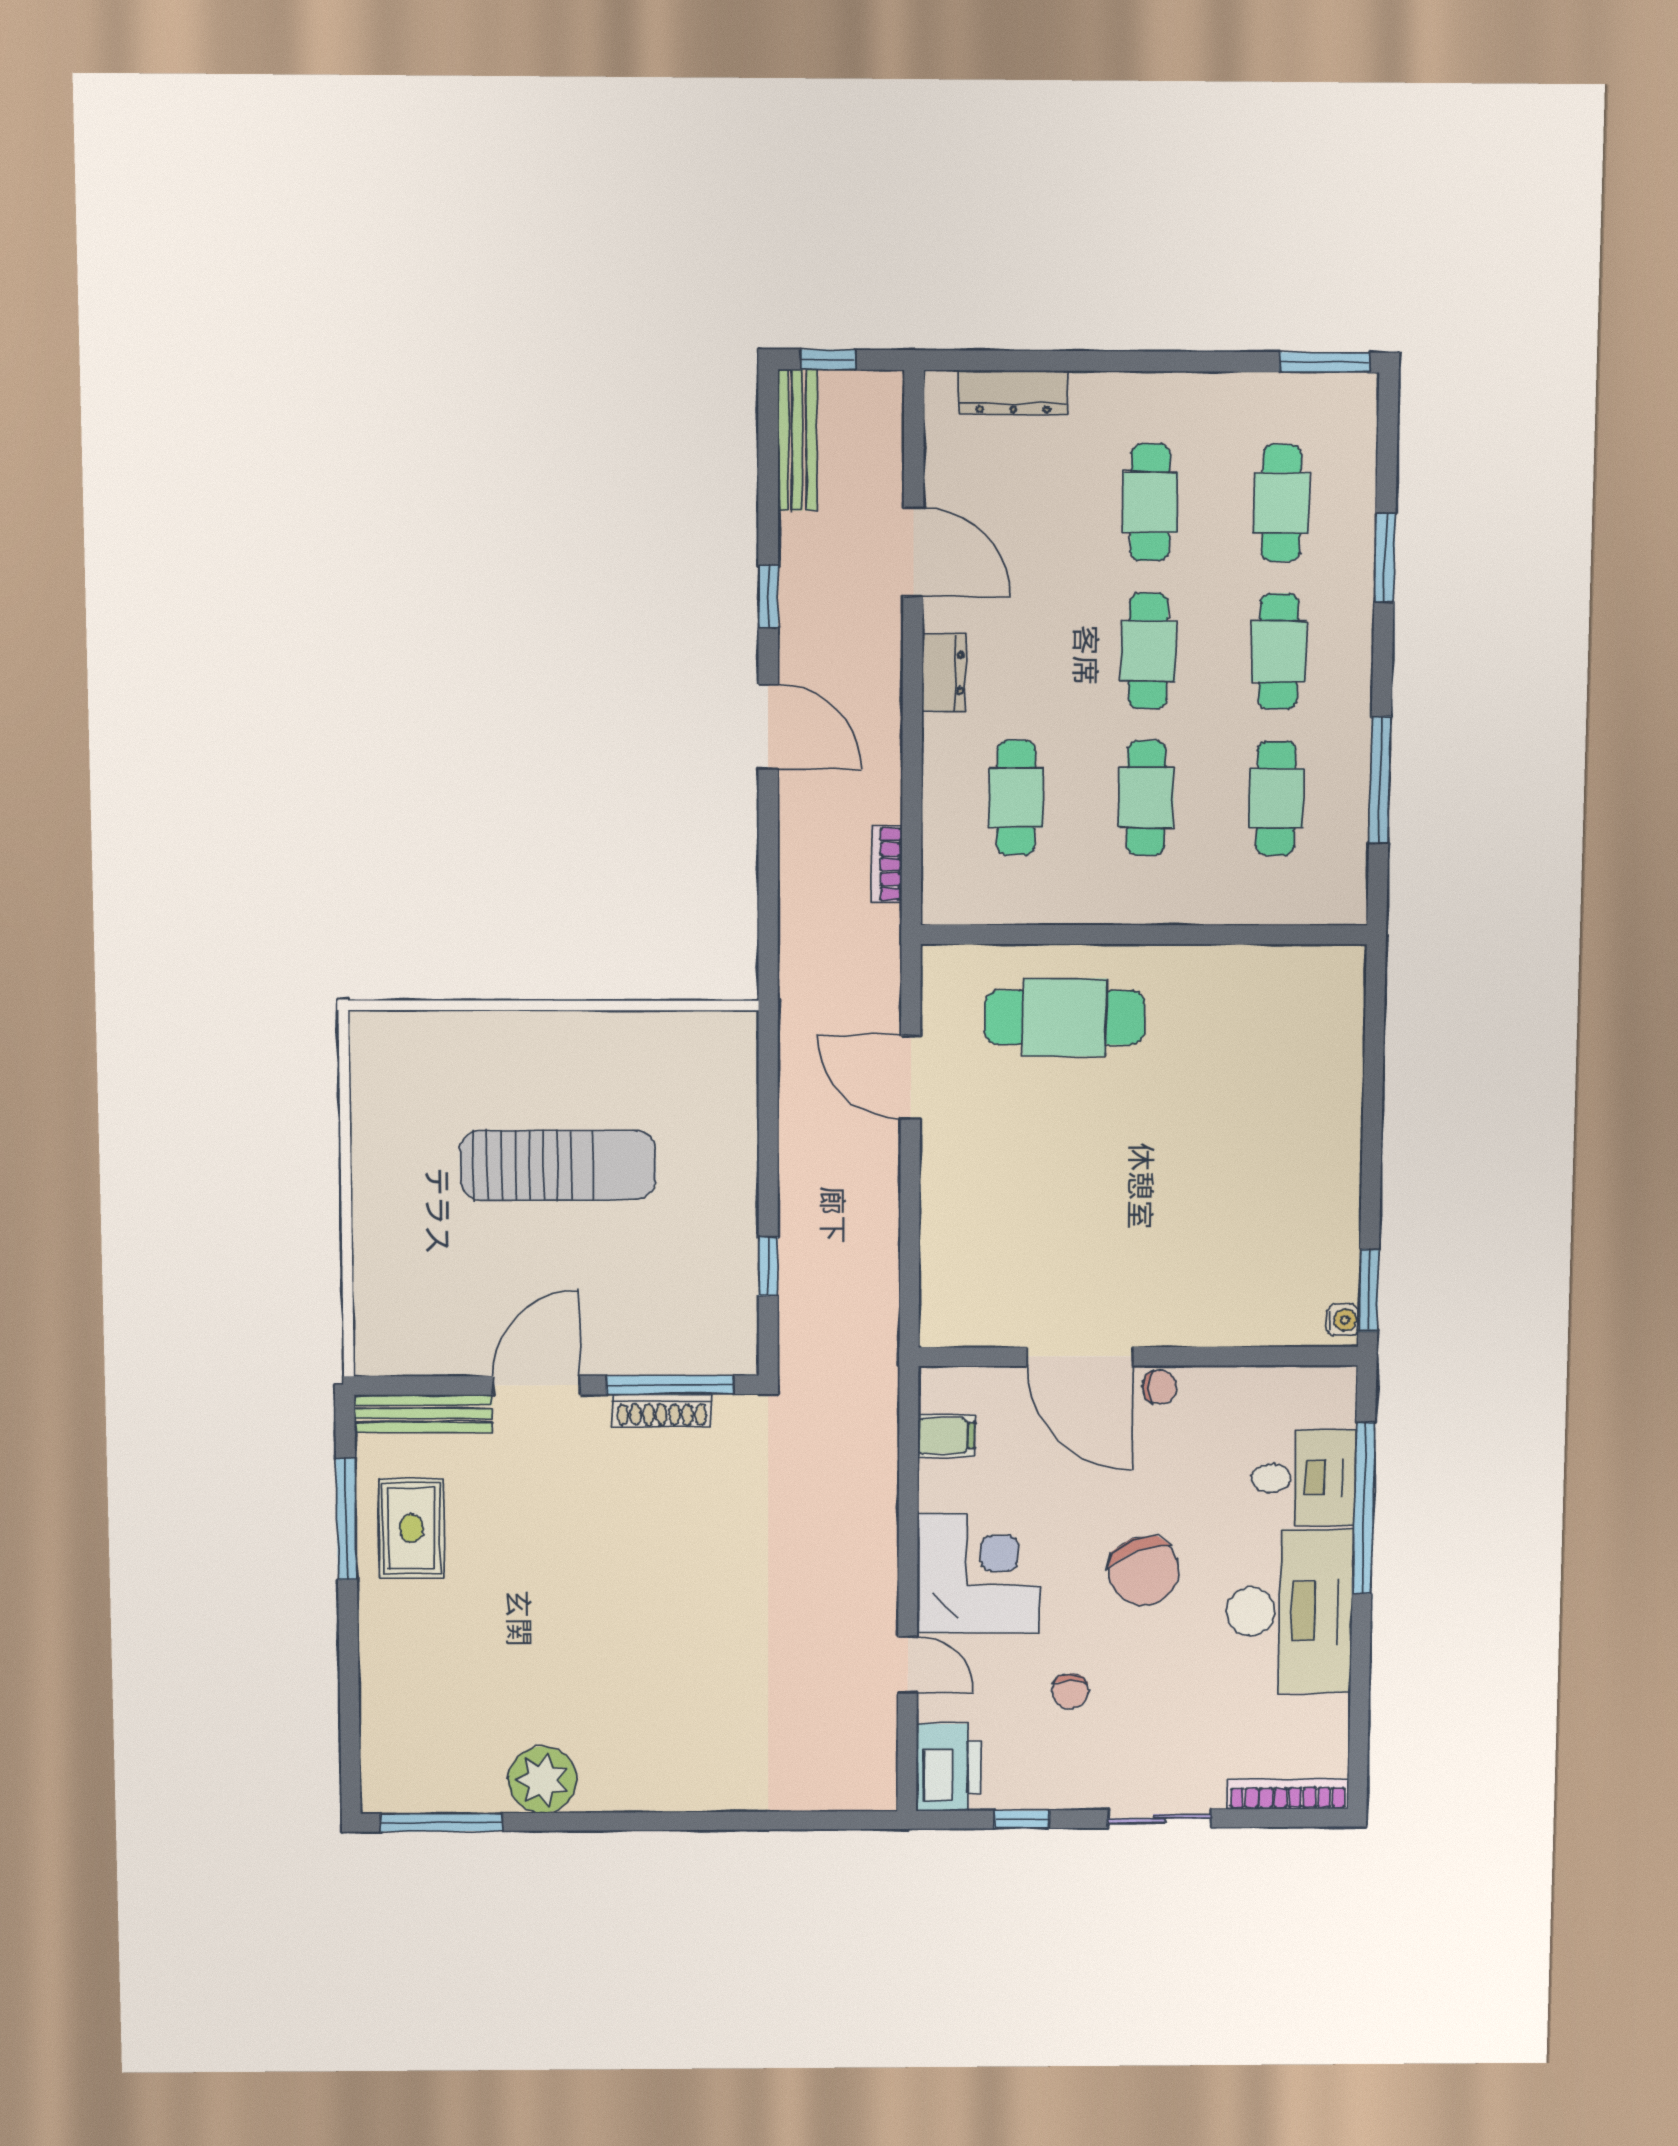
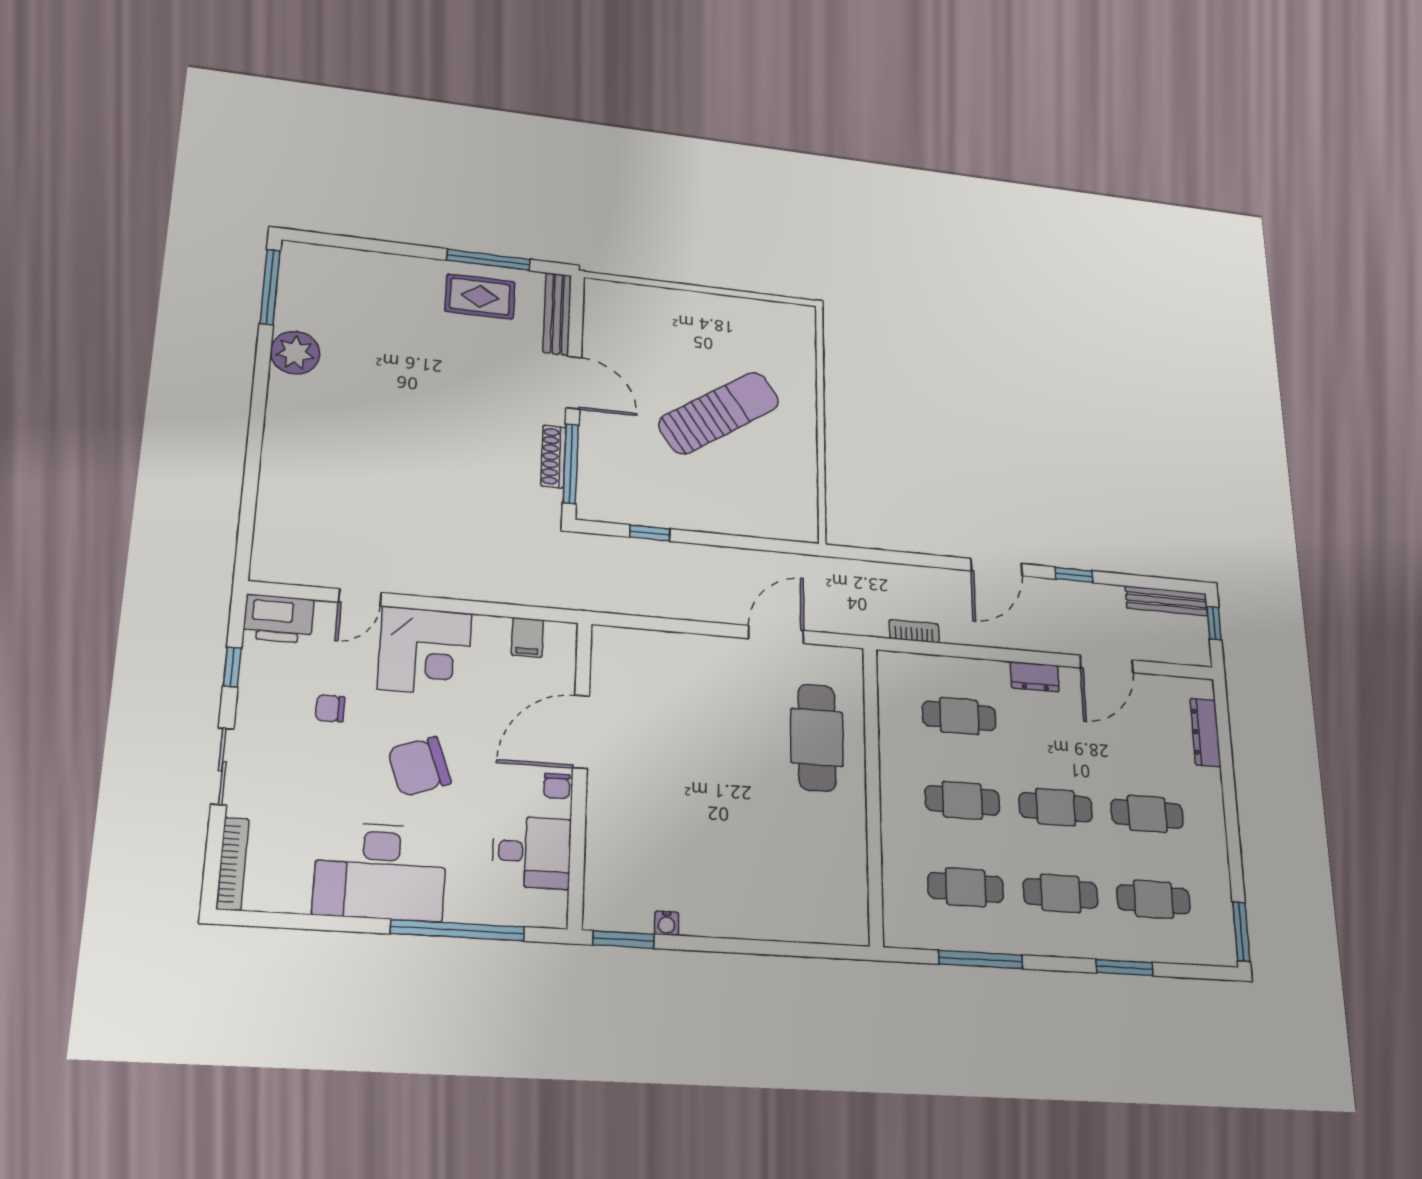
sun lounger: (558, 1165) -> (719, 413), turned -124
water cooler: (1342, 1320) -> (667, 923), moved
desk: (1303, 1478) -> (532, 852), moved, turned -90

